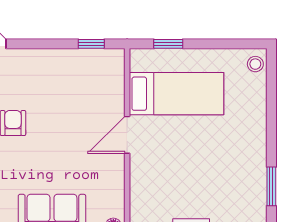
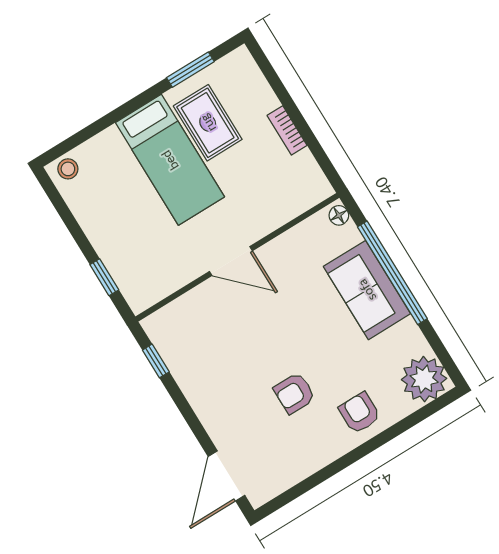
bed: (176, 94) -> (170, 160), moved, turned 180
rug: (229, 176) -> (208, 123), added

